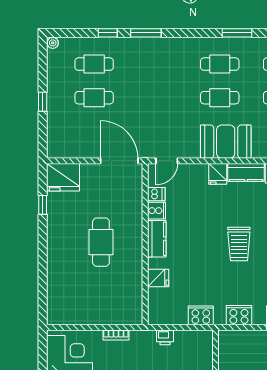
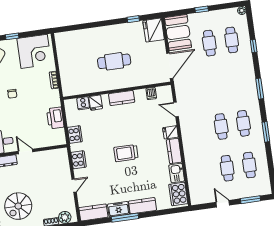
window: (146, 33) -> (260, 89), moved
booth: (226, 142) -> (178, 32), moved
door: (167, 161) -> (176, 109), moved
cooker: (156, 211) -> (83, 103), moved
printer: (165, 337) -> (55, 118), width x1.87, depth x1.48

